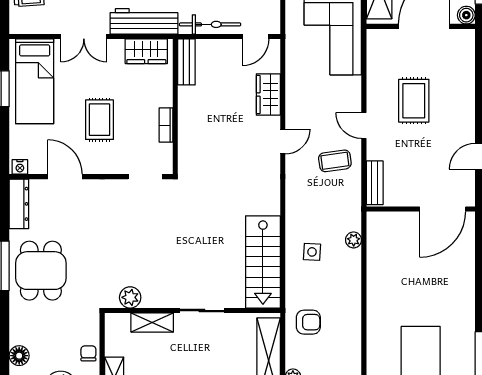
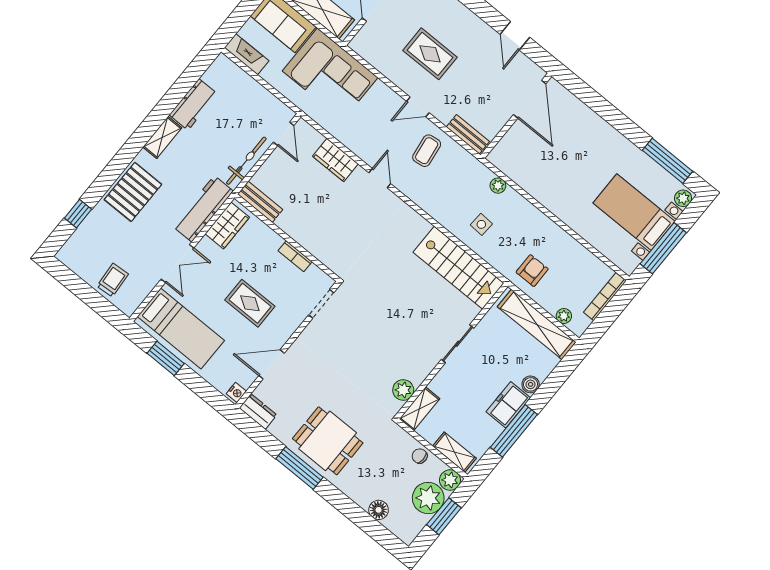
dresser: (19, 204) -> (258, 411), width x0.70
shelving: (152, 323) -> (420, 409), moved

